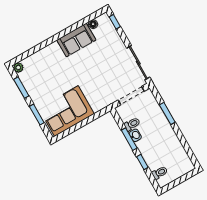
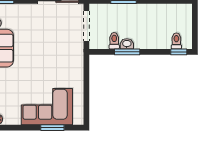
window: (21, 88) -> (18, 128), removed
corner sofa: (66, 111) -> (47, 107), moved, turned 90
window: (142, 162) -> (179, 52), moved

